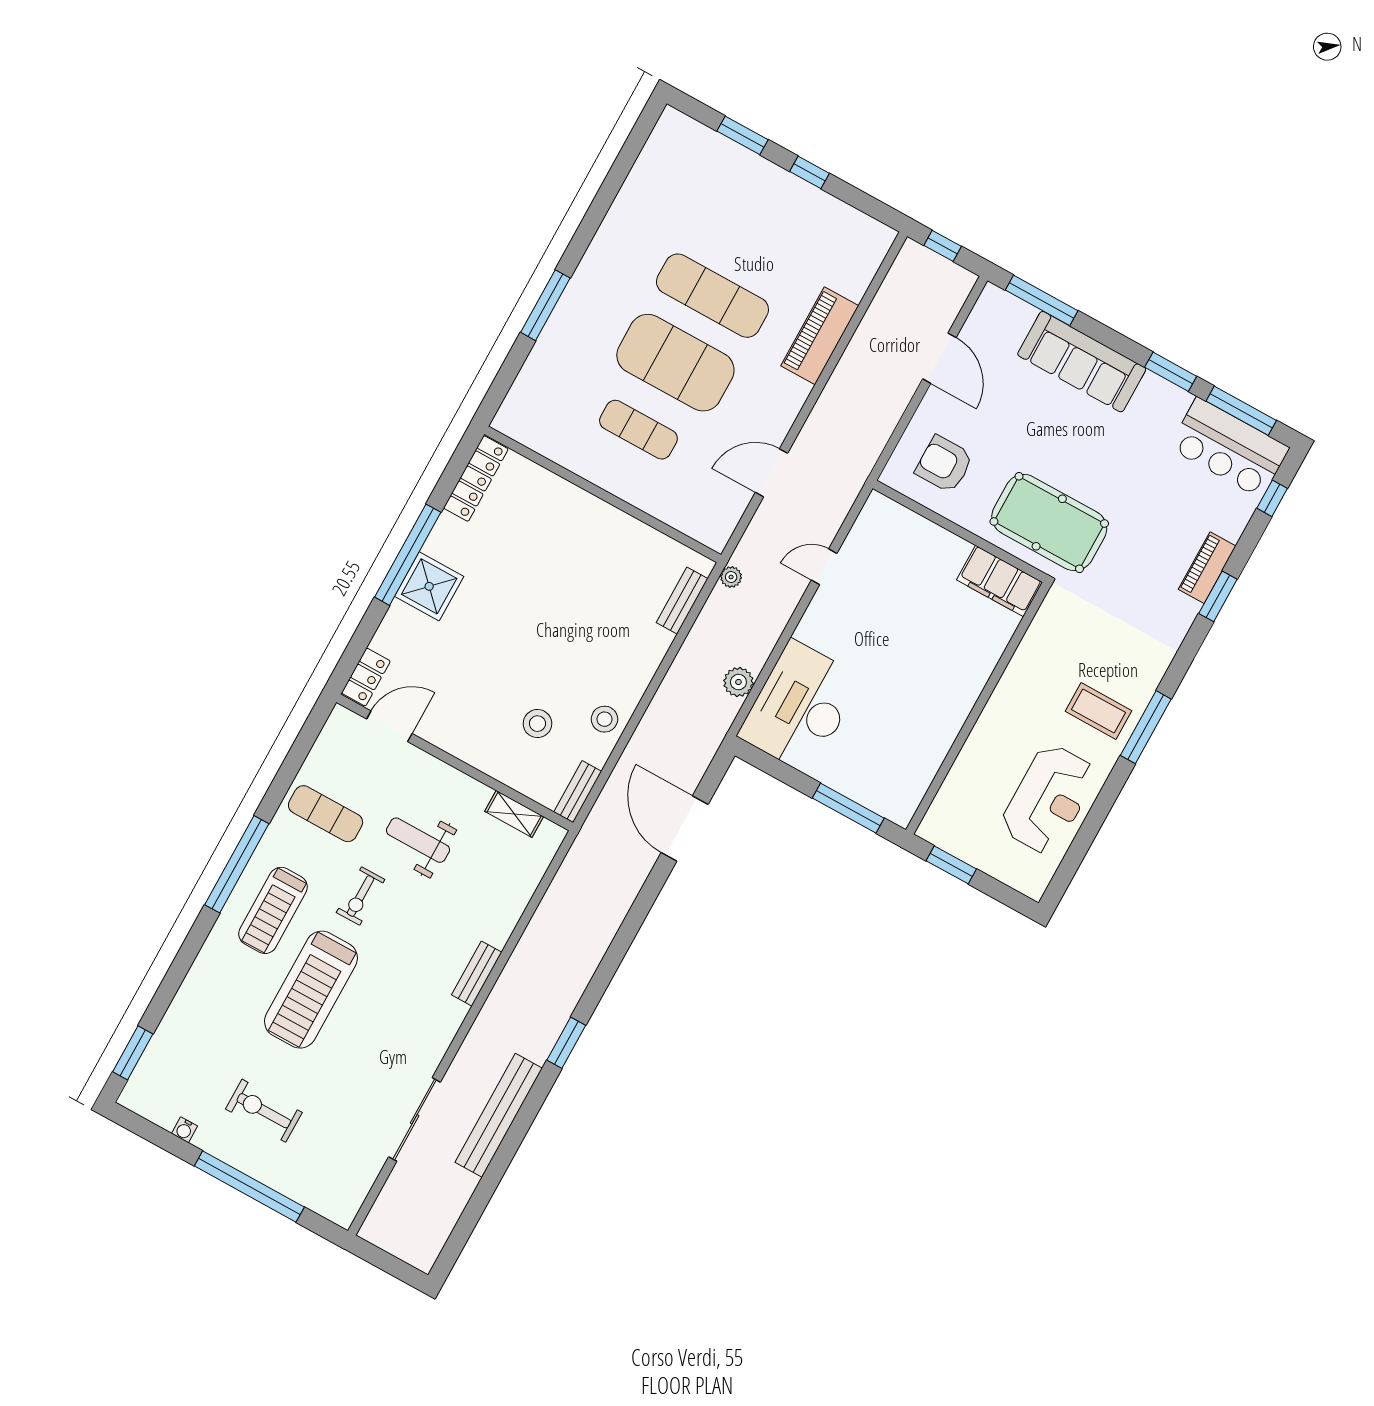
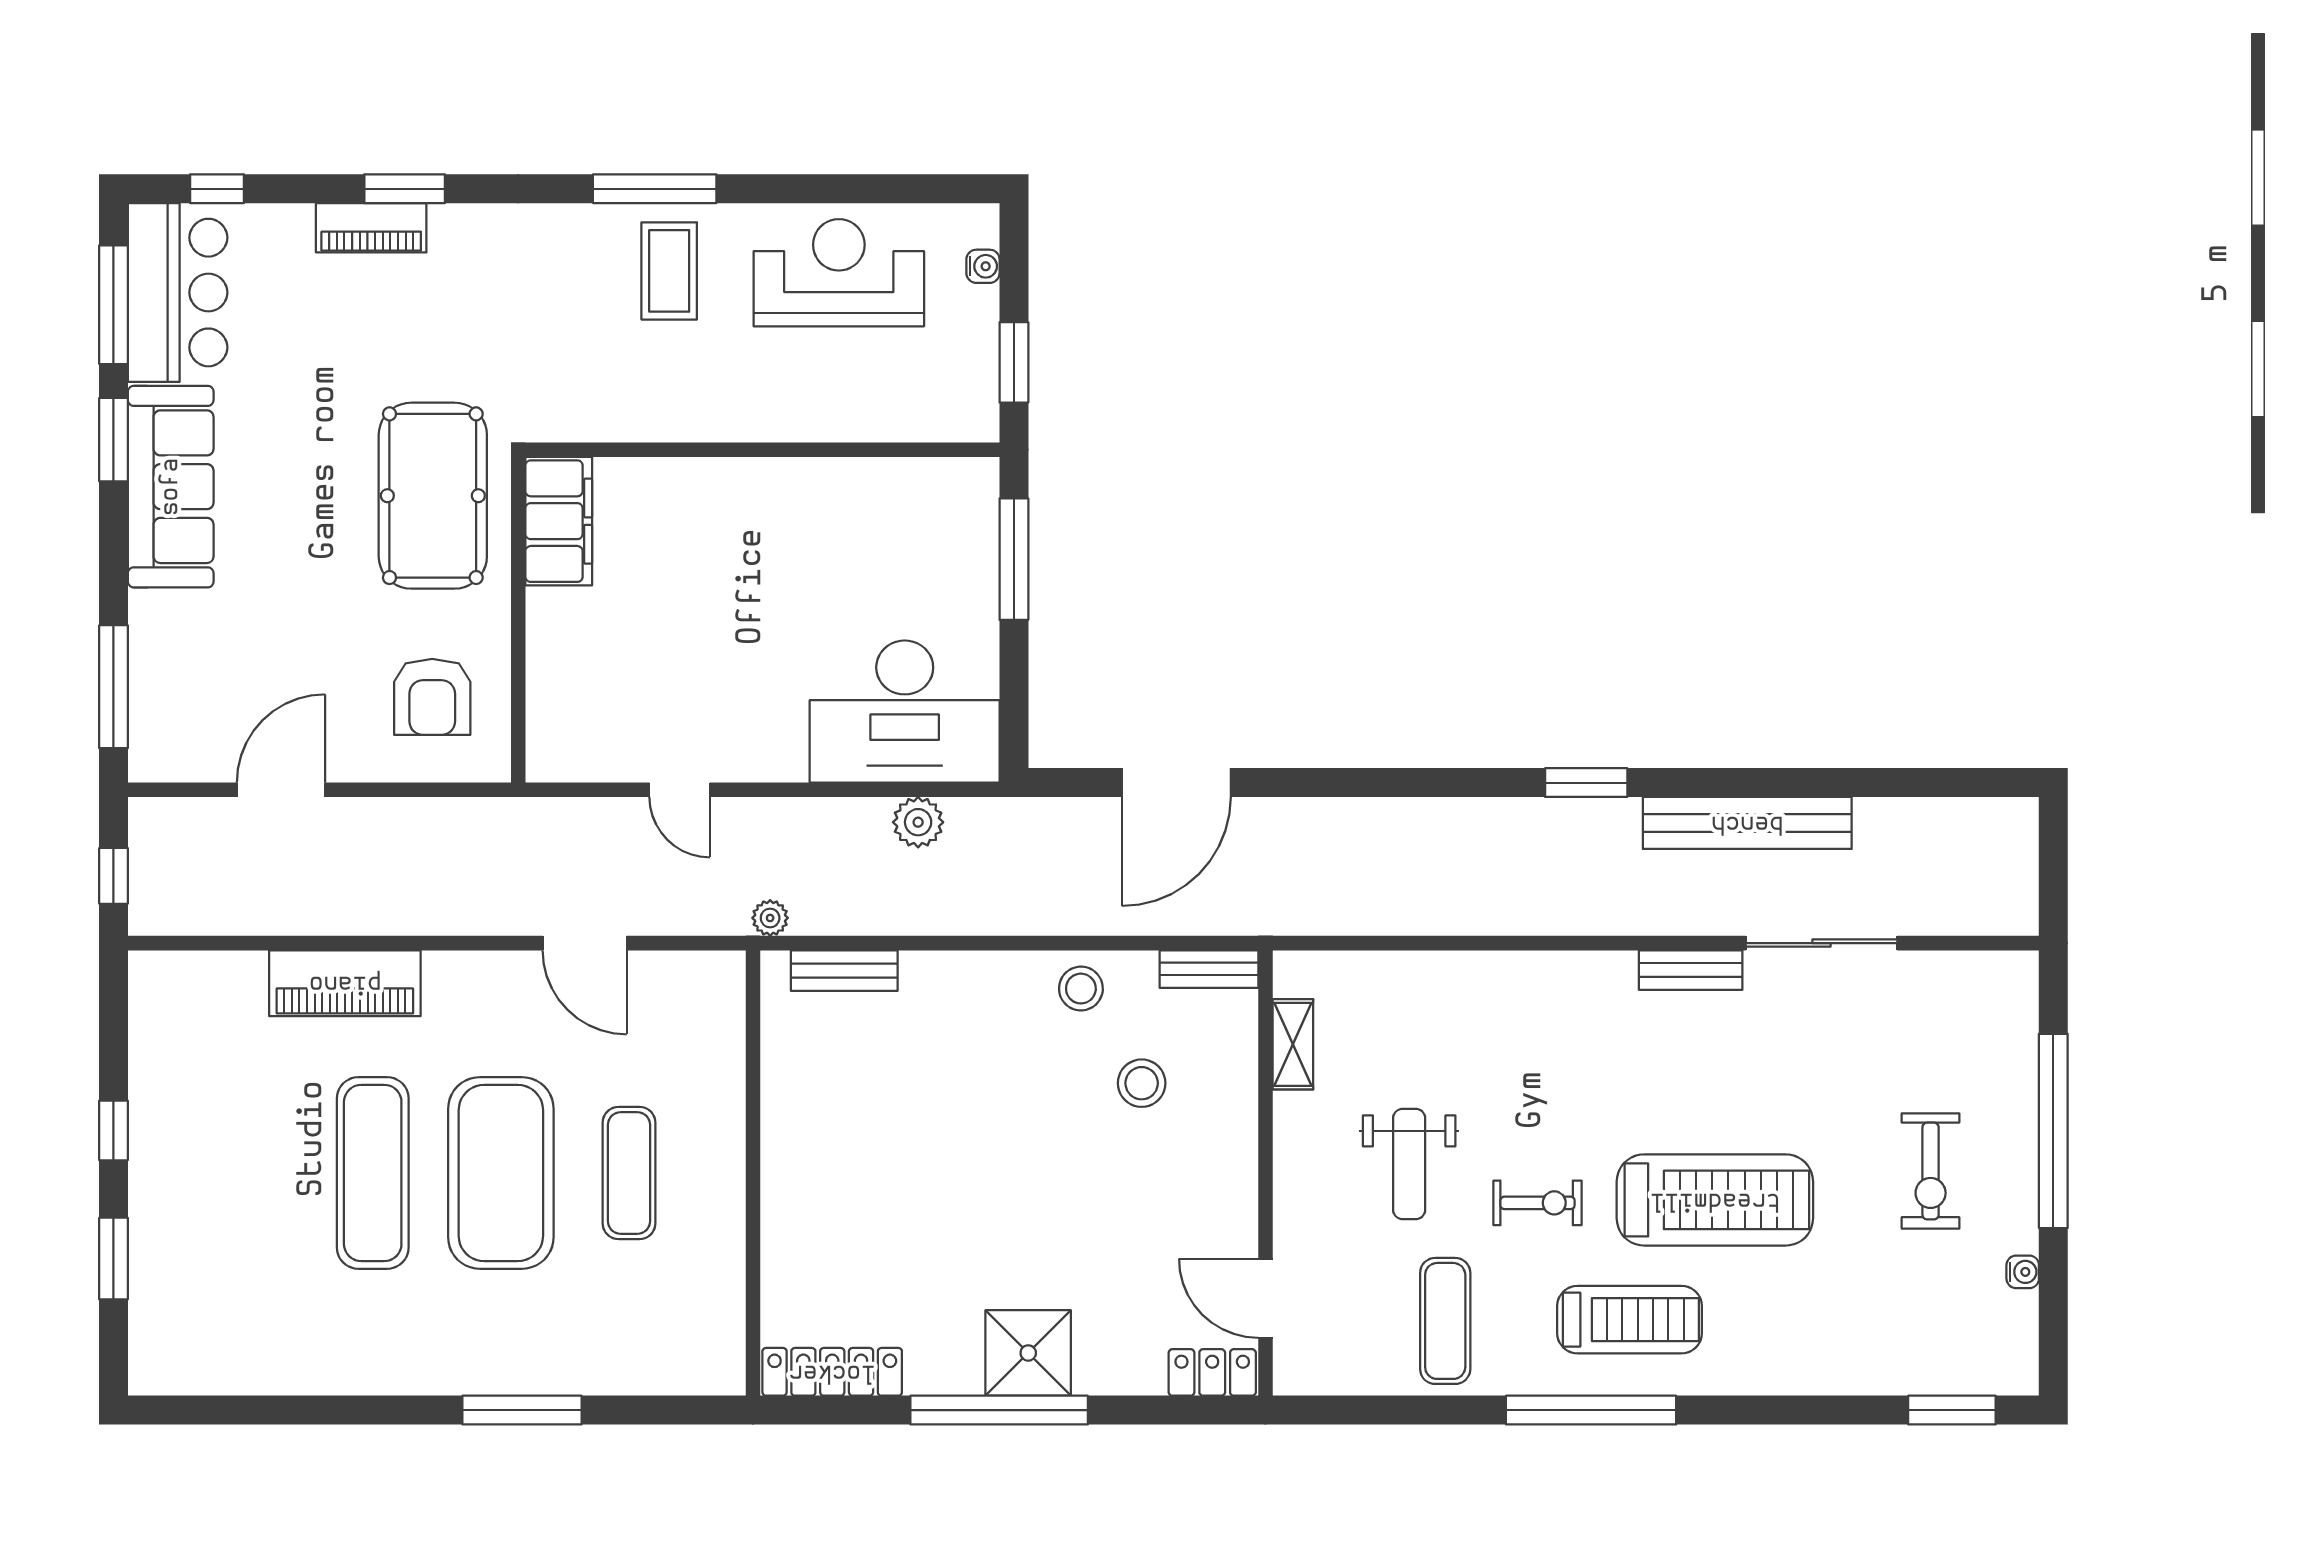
sofa: (1082, 362) -> (171, 487), moved
water cooler: (1010, 876) -> (983, 266), added
bench: (477, 974) -> (1691, 970), moved

